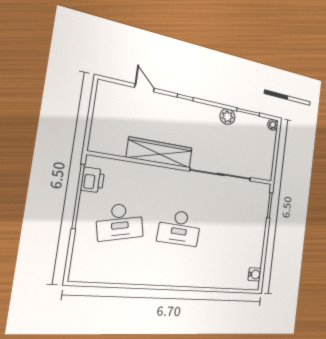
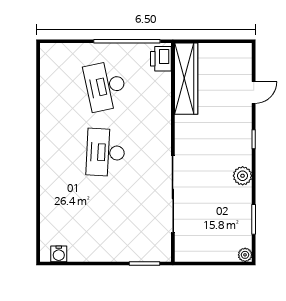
plant: (227, 117) -> (243, 176), moved
wardrobe: (160, 153) -> (186, 79), moved
printer: (93, 180) -> (161, 59), moved, turned 90

